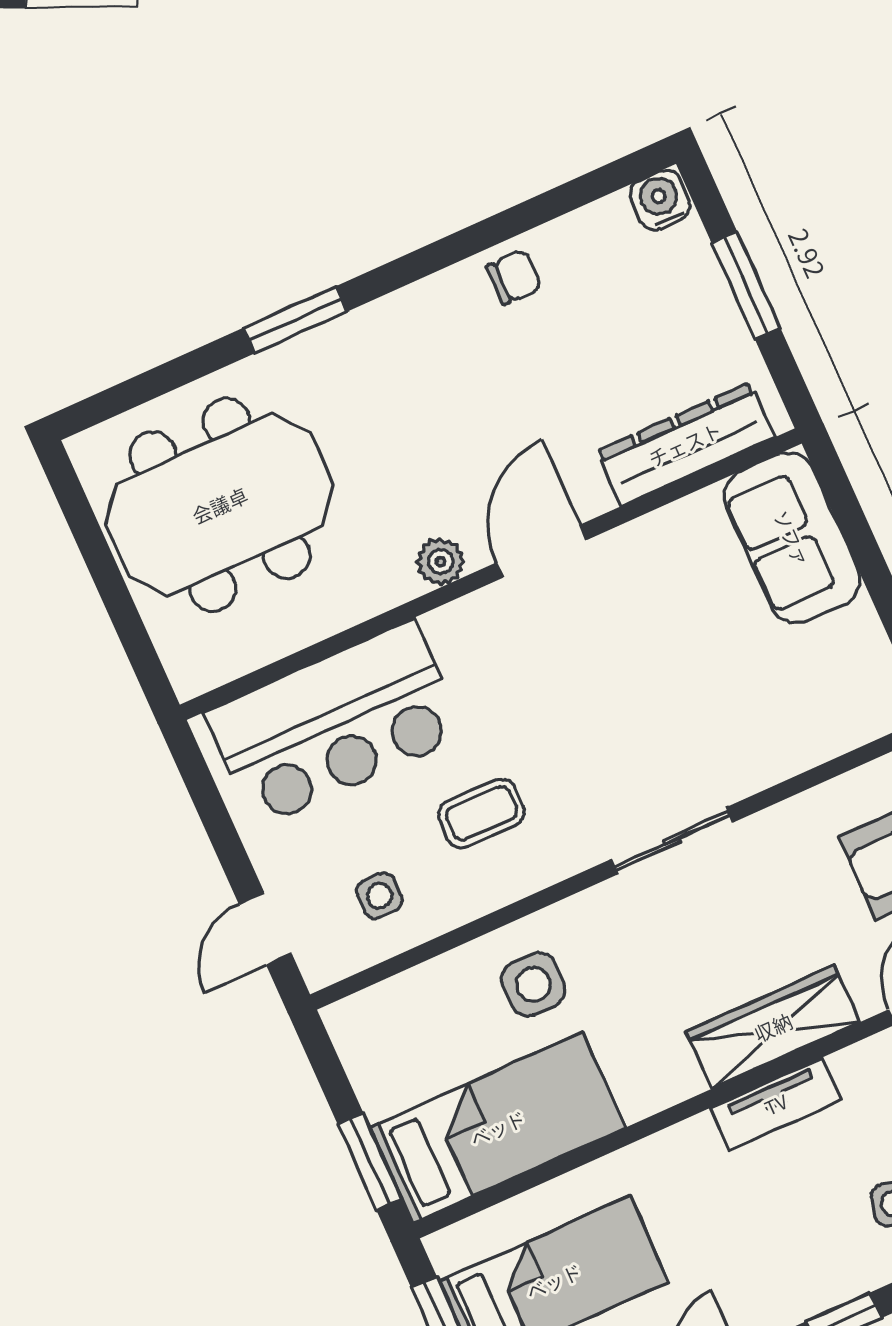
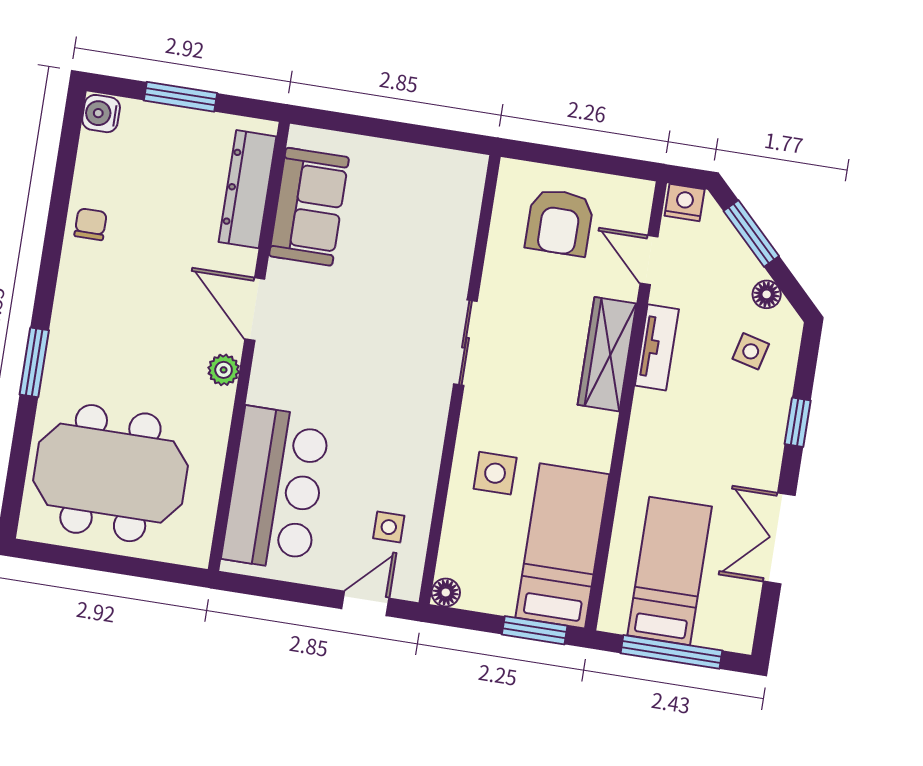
meeting table: (220, 505) -> (110, 473), turned 90
sofa: (792, 538) -> (309, 207), moved, turned -90
coffee table: (482, 813) -> (380, 439), removed
door: (265, 929) -> (365, 603), swing flipped
floor lamp: (344, 1020) -> (446, 593), added
tv unit: (776, 1104) -> (657, 347), moved

